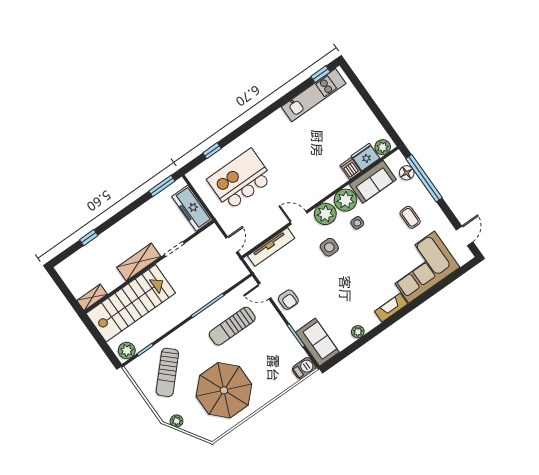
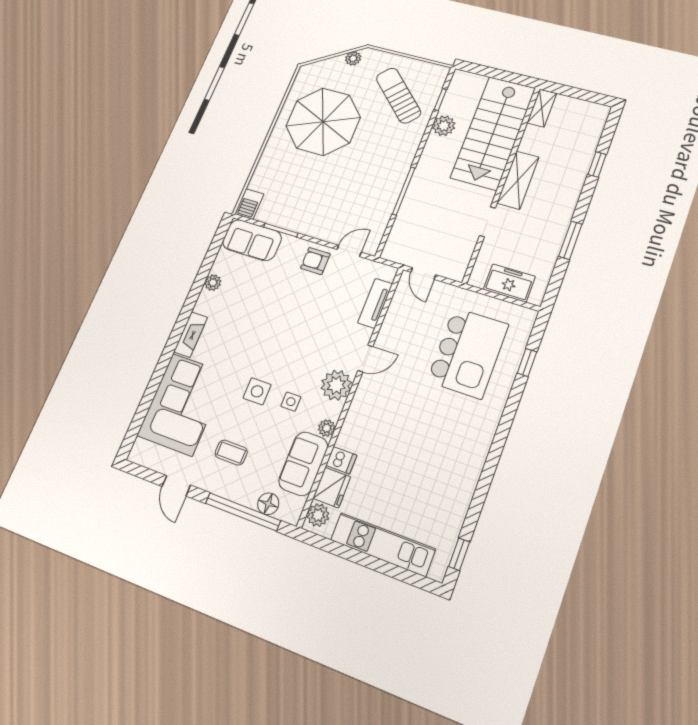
kitchen unit: (314, 95) -> (383, 544), moved, turned 90
window: (162, 186) -> (570, 240), moved
plant: (346, 200) -> (327, 428), width x0.53, depth x0.53
freezer: (192, 208) -> (509, 283), width x0.71
door: (465, 236) -> (176, 486), moved
tv unit: (271, 247) -> (375, 303), width x0.71
side table: (329, 247) -> (257, 391), moved
sun lounger: (232, 326) -> (360, 190), removed
plant: (127, 350) -> (444, 126), moved

